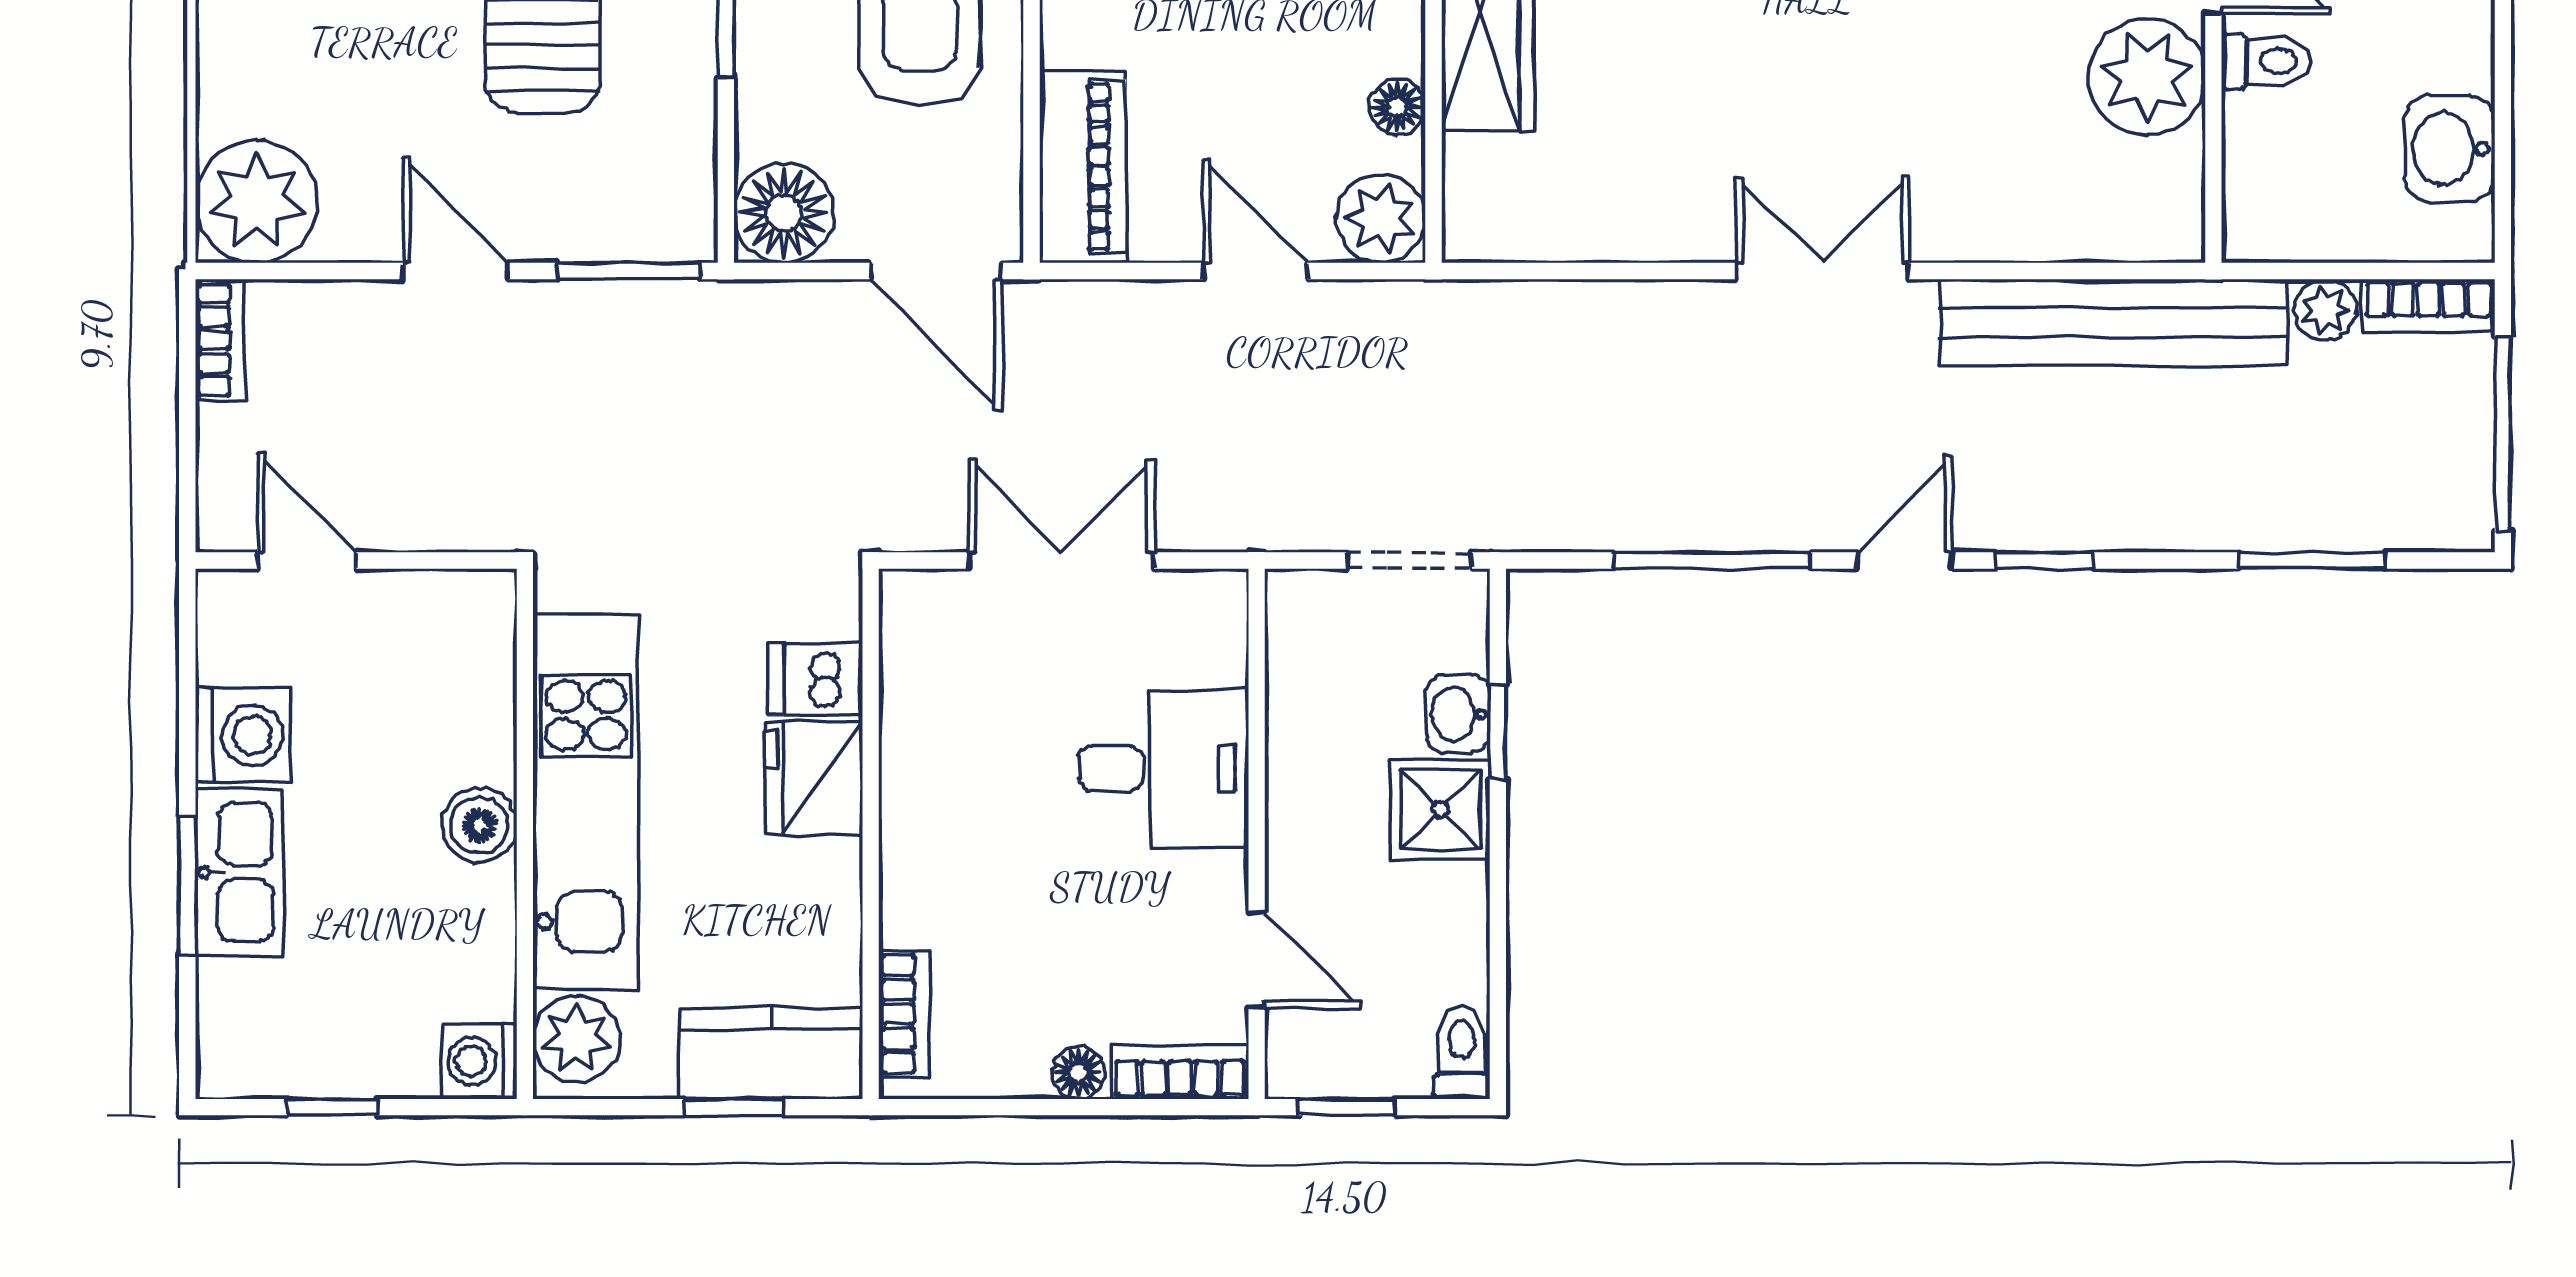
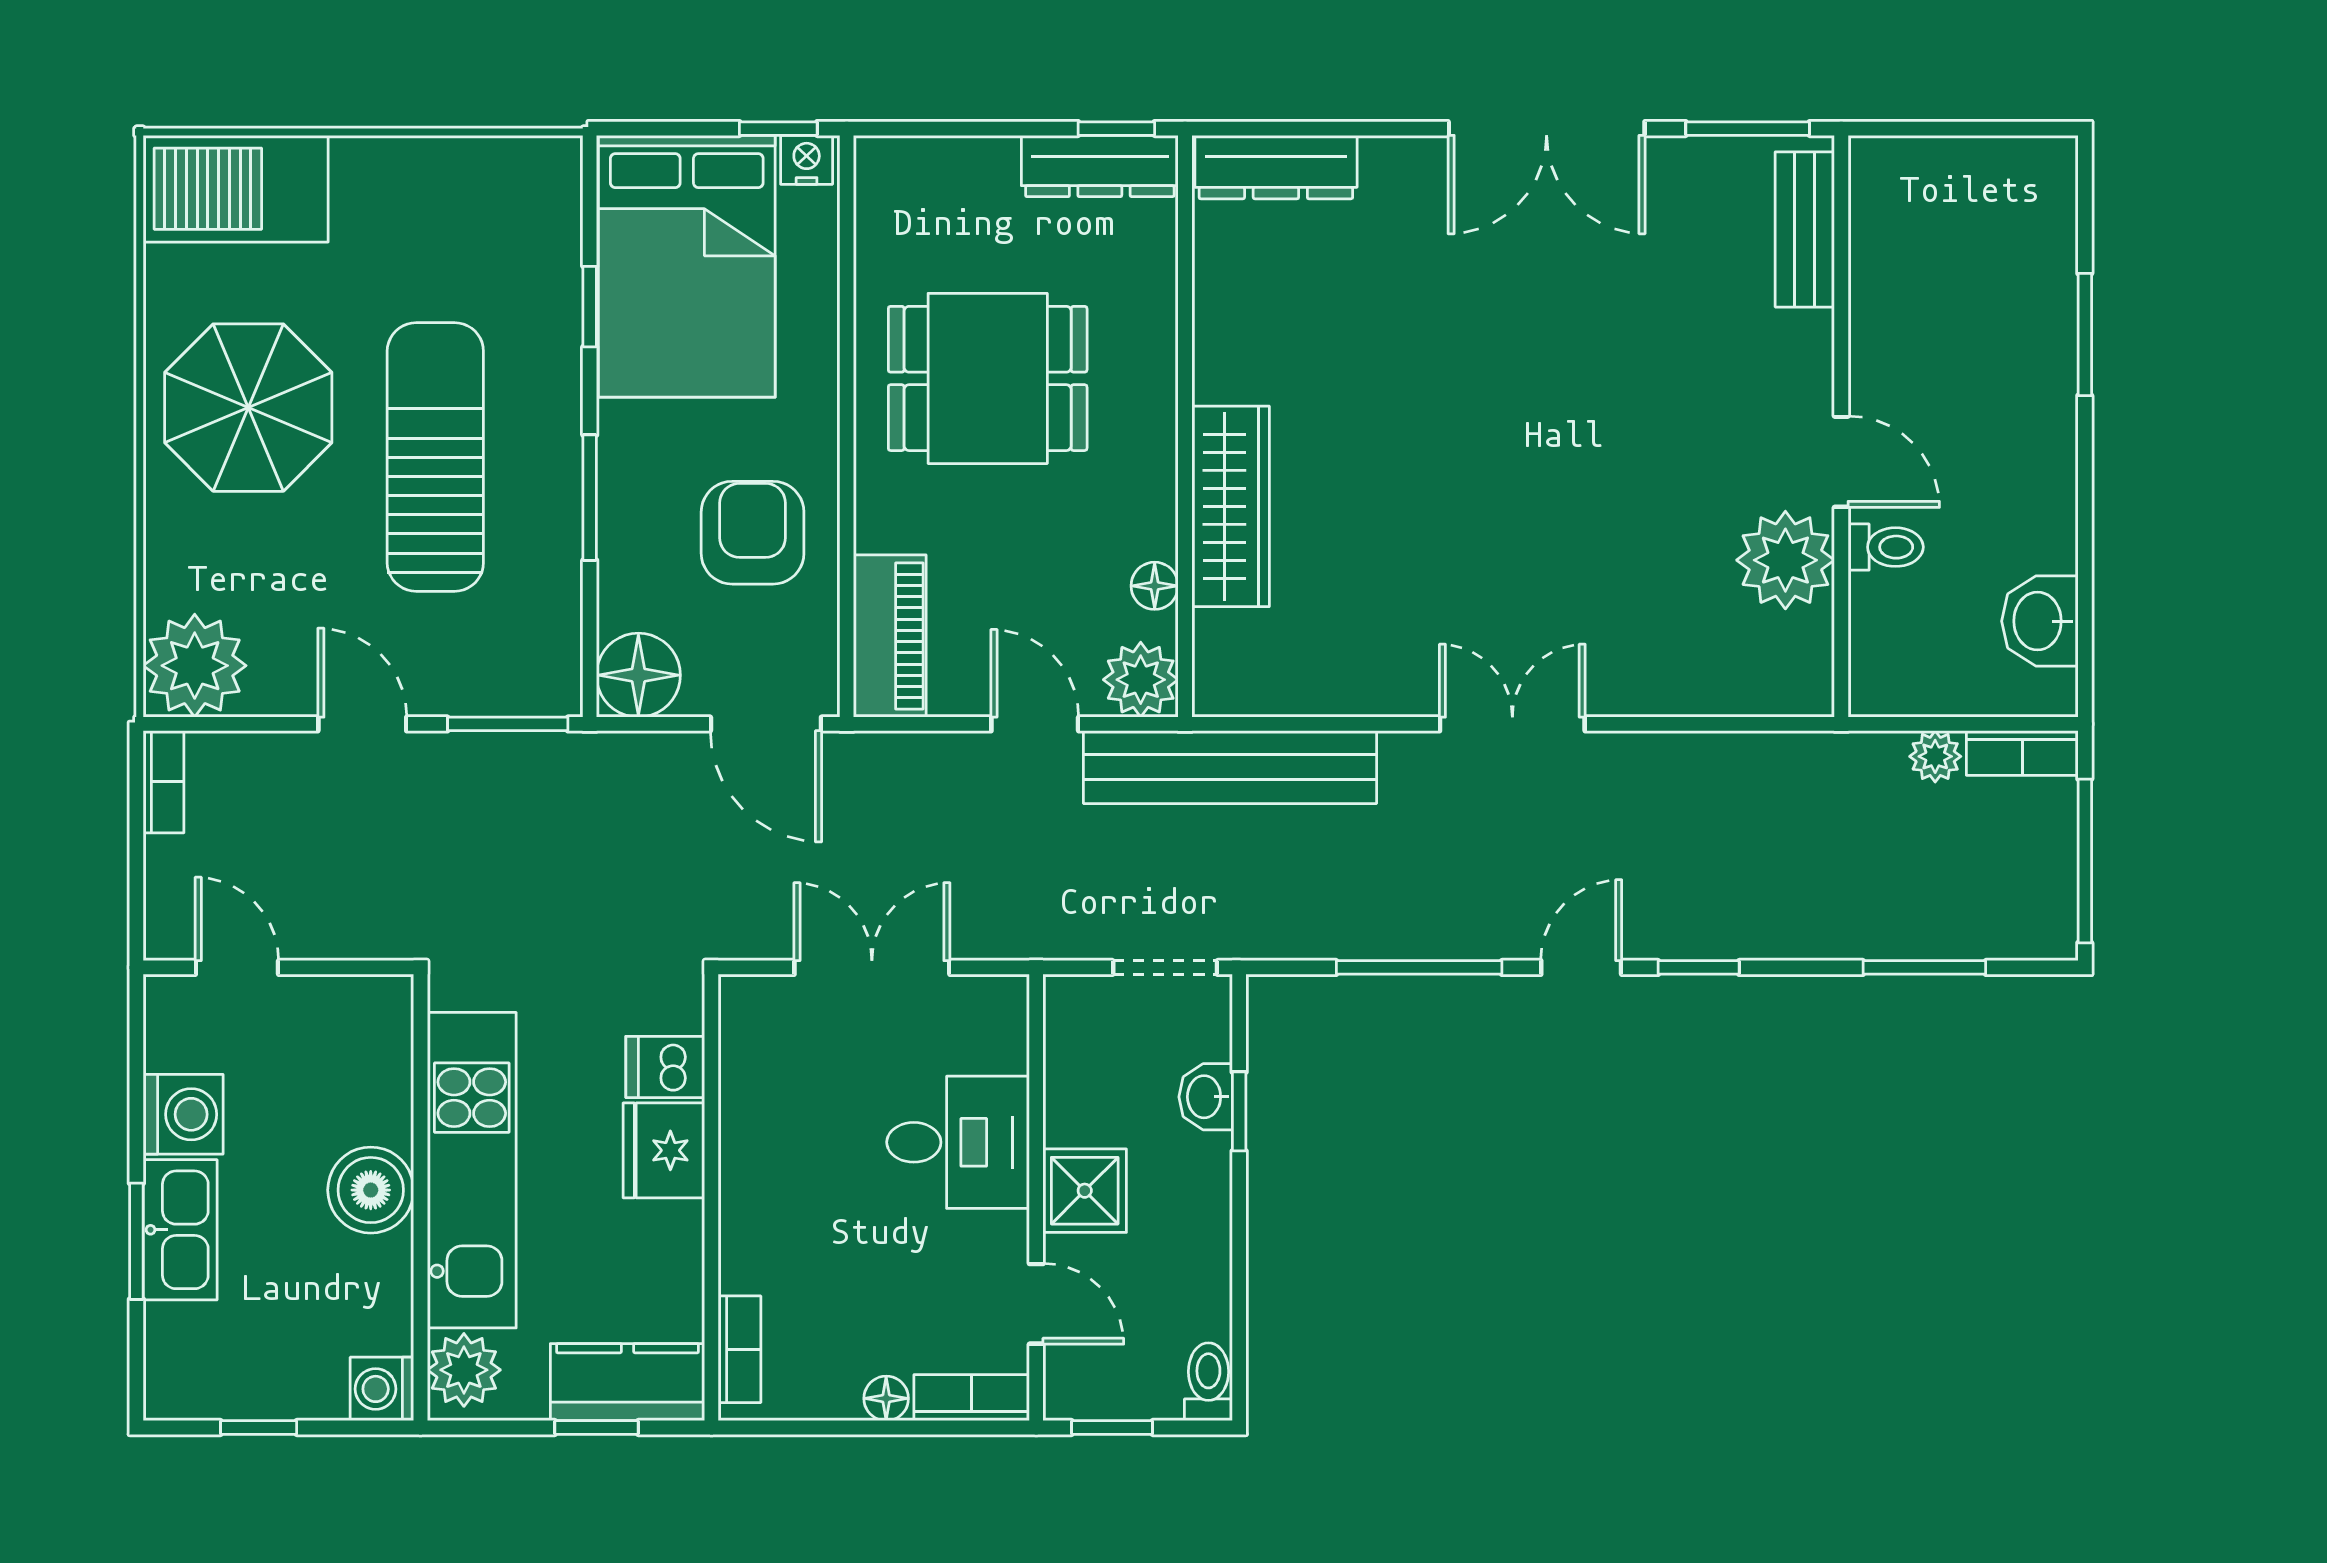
bench: (2114, 322) -> (1230, 767), moved
shower: (1440, 809) -> (1085, 1191), moved
boiler: (479, 825) -> (371, 1190), width x1.36, depth x1.36

